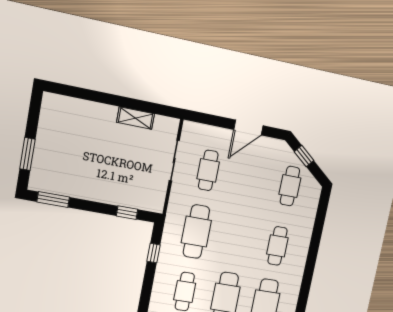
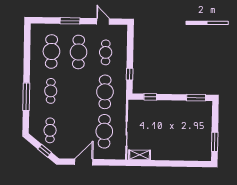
shelving: (136, 118) -> (140, 155), moved
window: (27, 154) -> (215, 142), moved
cafe table: (208, 170) -> (104, 131), width x1.37, depth x1.35
window: (315, 243) -> (26, 97), added

